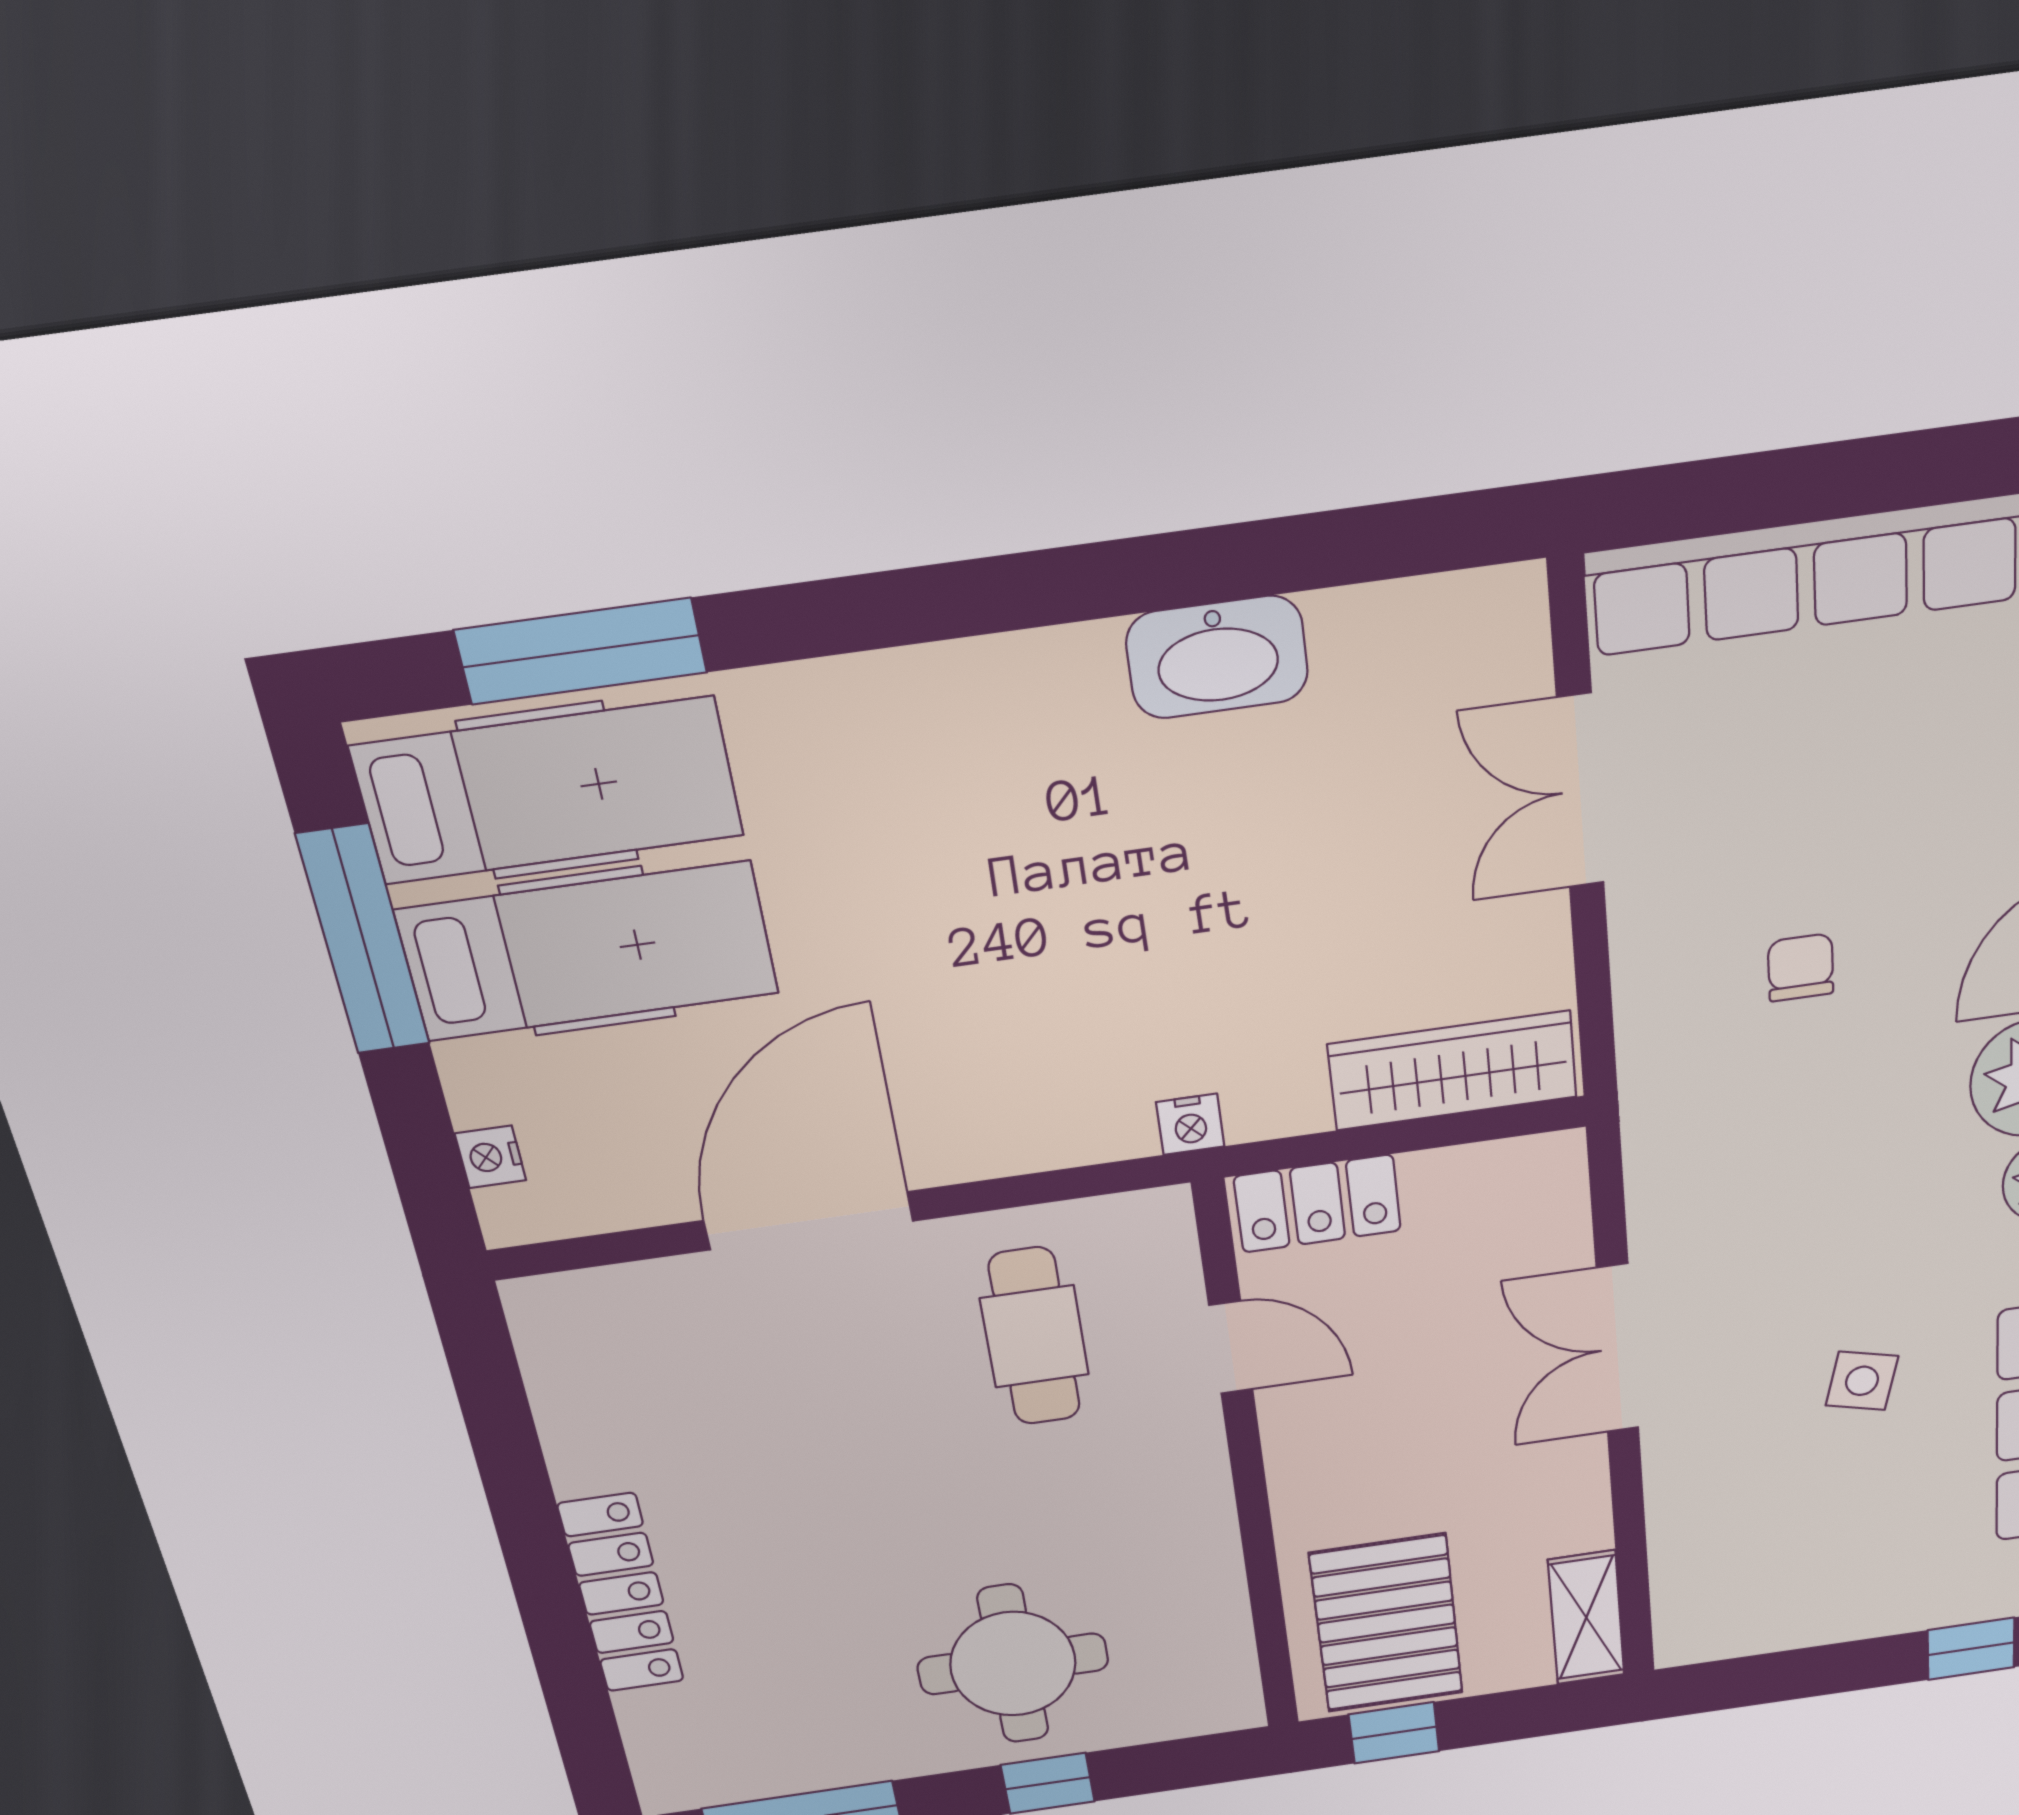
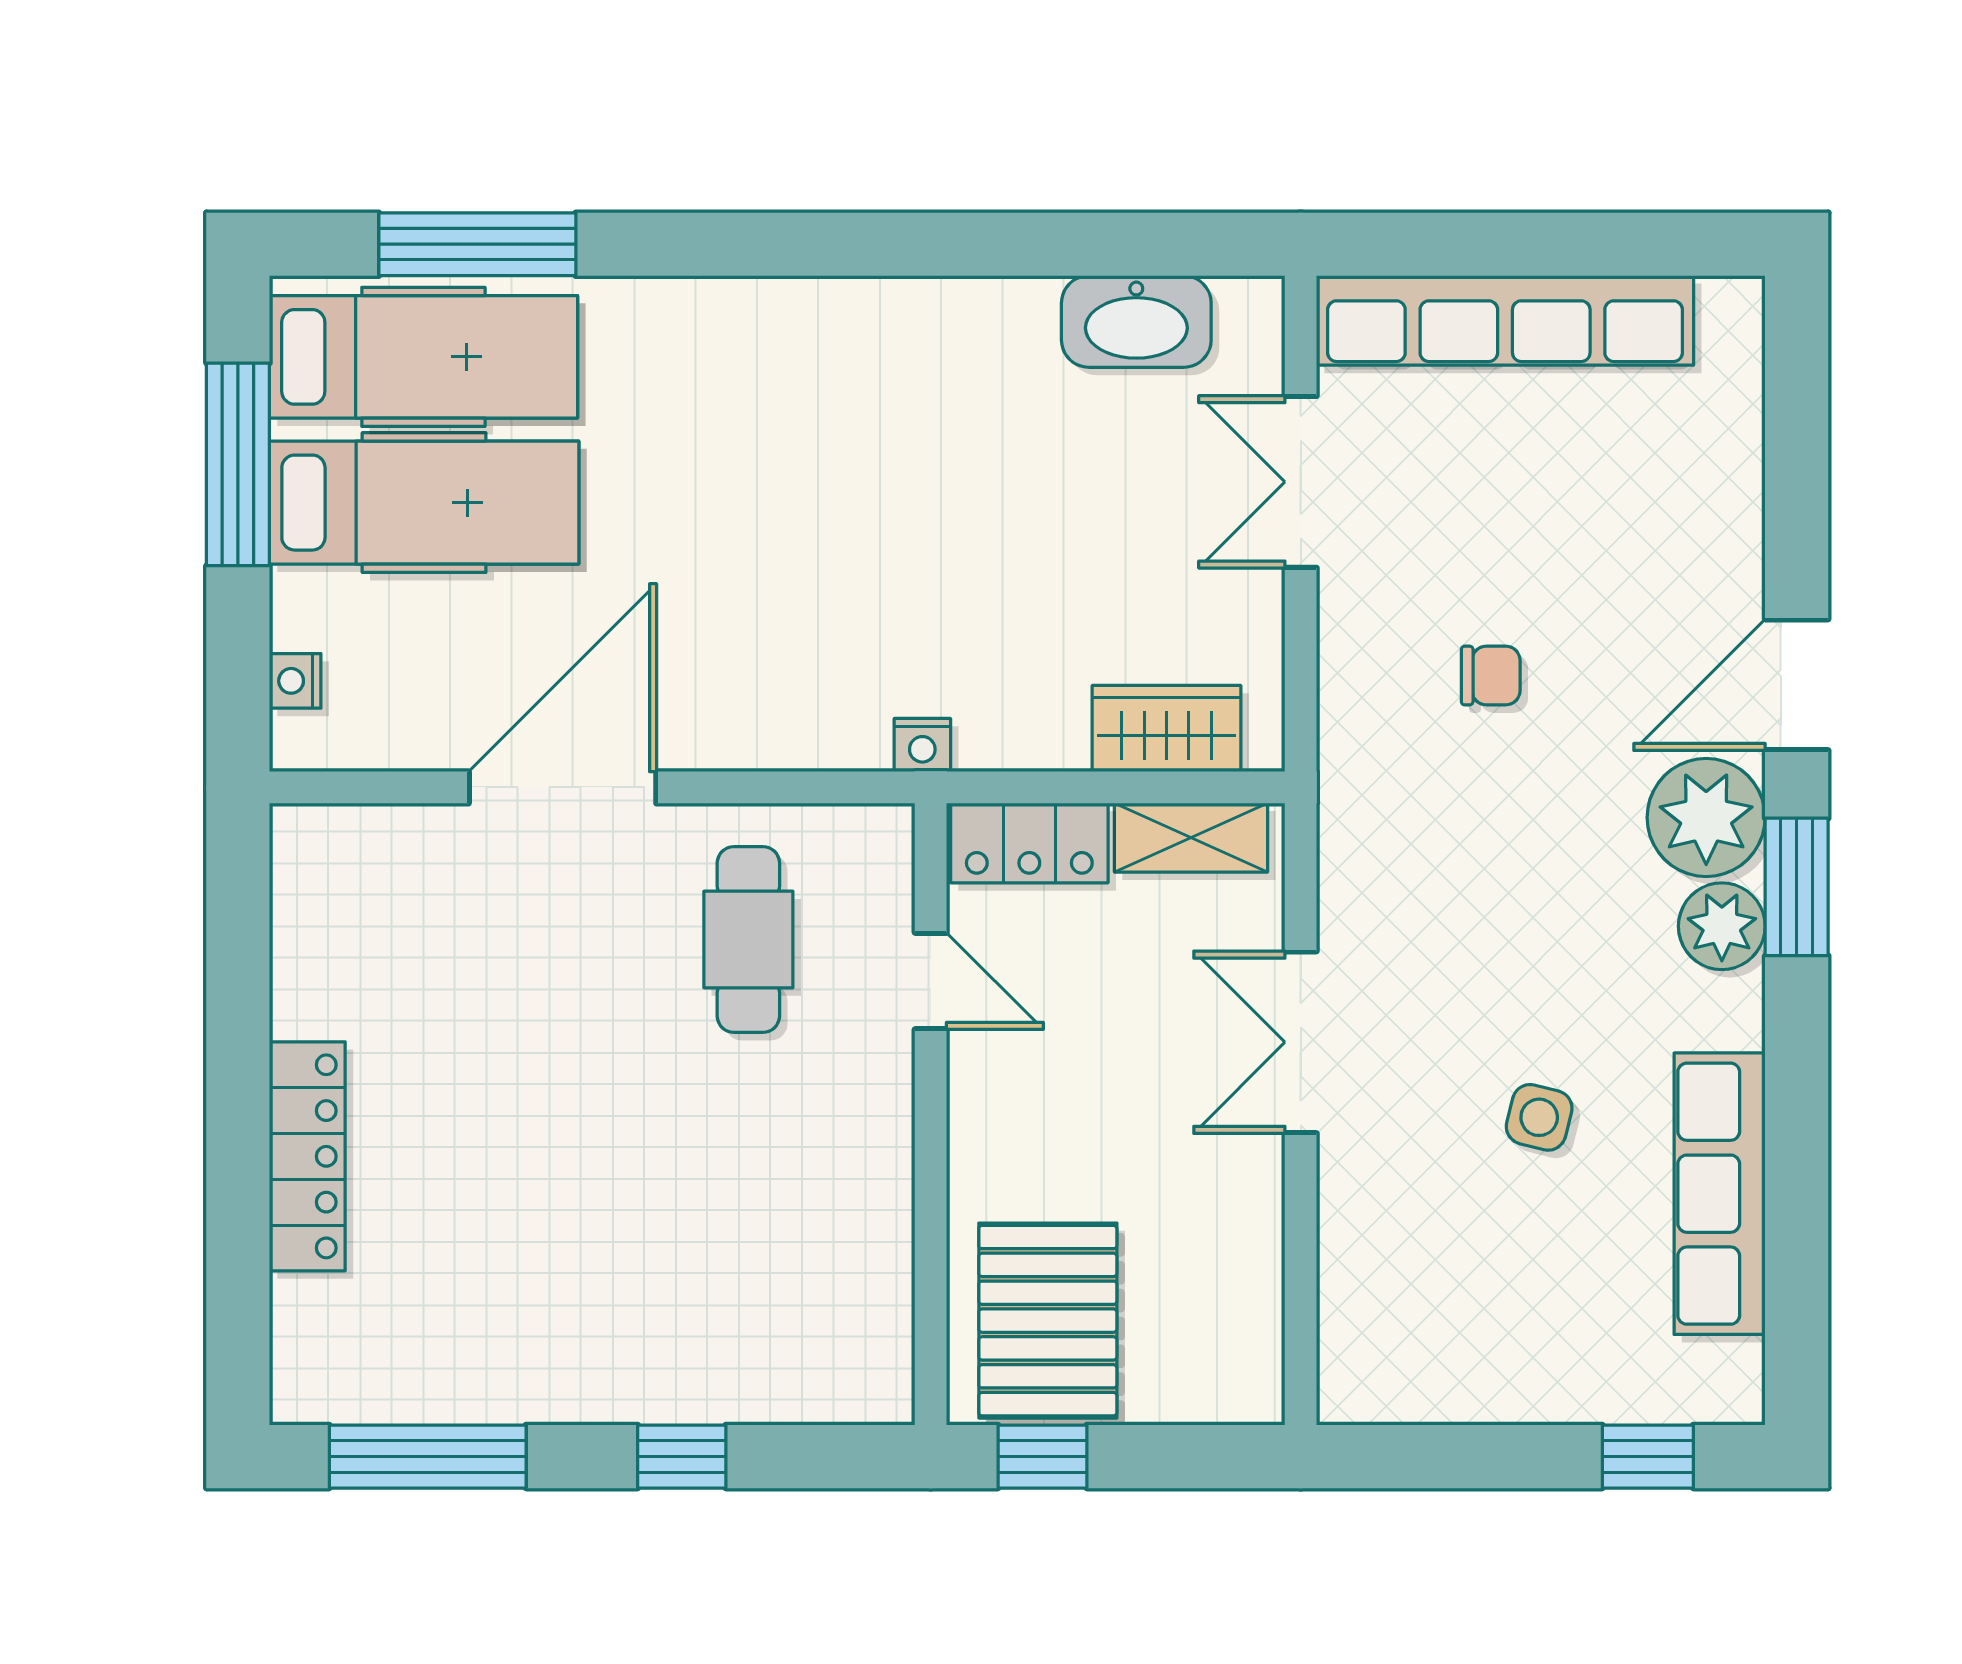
washbasin: (1217, 657) -> (1136, 322), moved
chair: (1801, 968) -> (1491, 676), turned 90
wardrobe: (1453, 1071) -> (1167, 729), width x0.67
shelving: (1586, 1618) -> (1191, 838), moved, turned 90
round table: (1013, 1664) -> (670, 1304), removed

